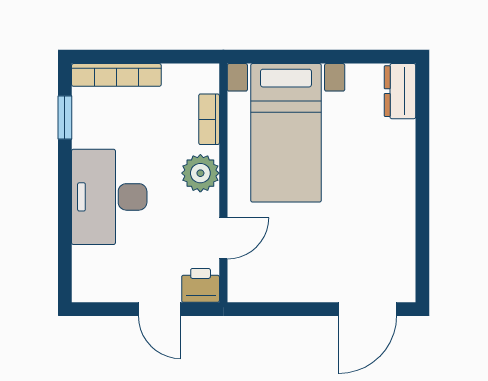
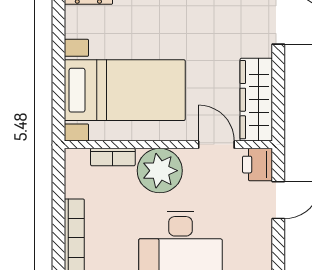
plant: (200, 173) -> (160, 171), width x1.36, depth x1.36
wardrobe: (275, 284) -> (256, 100), added

